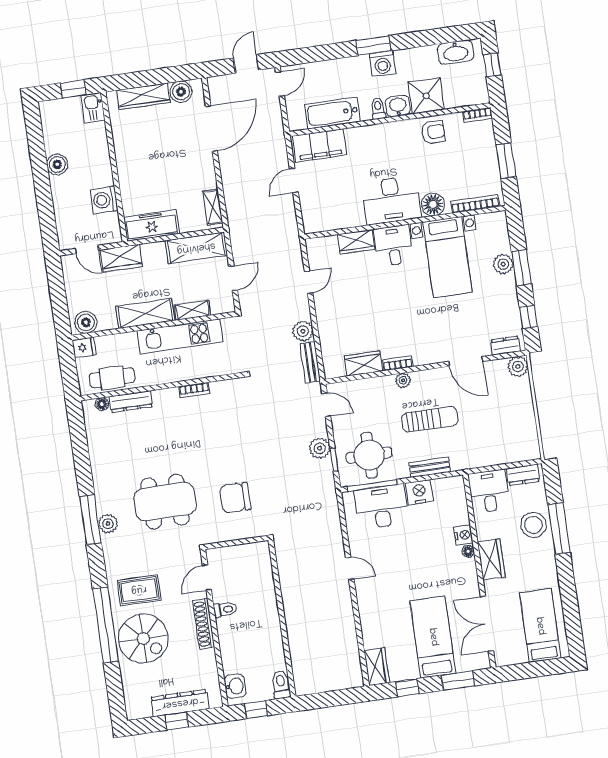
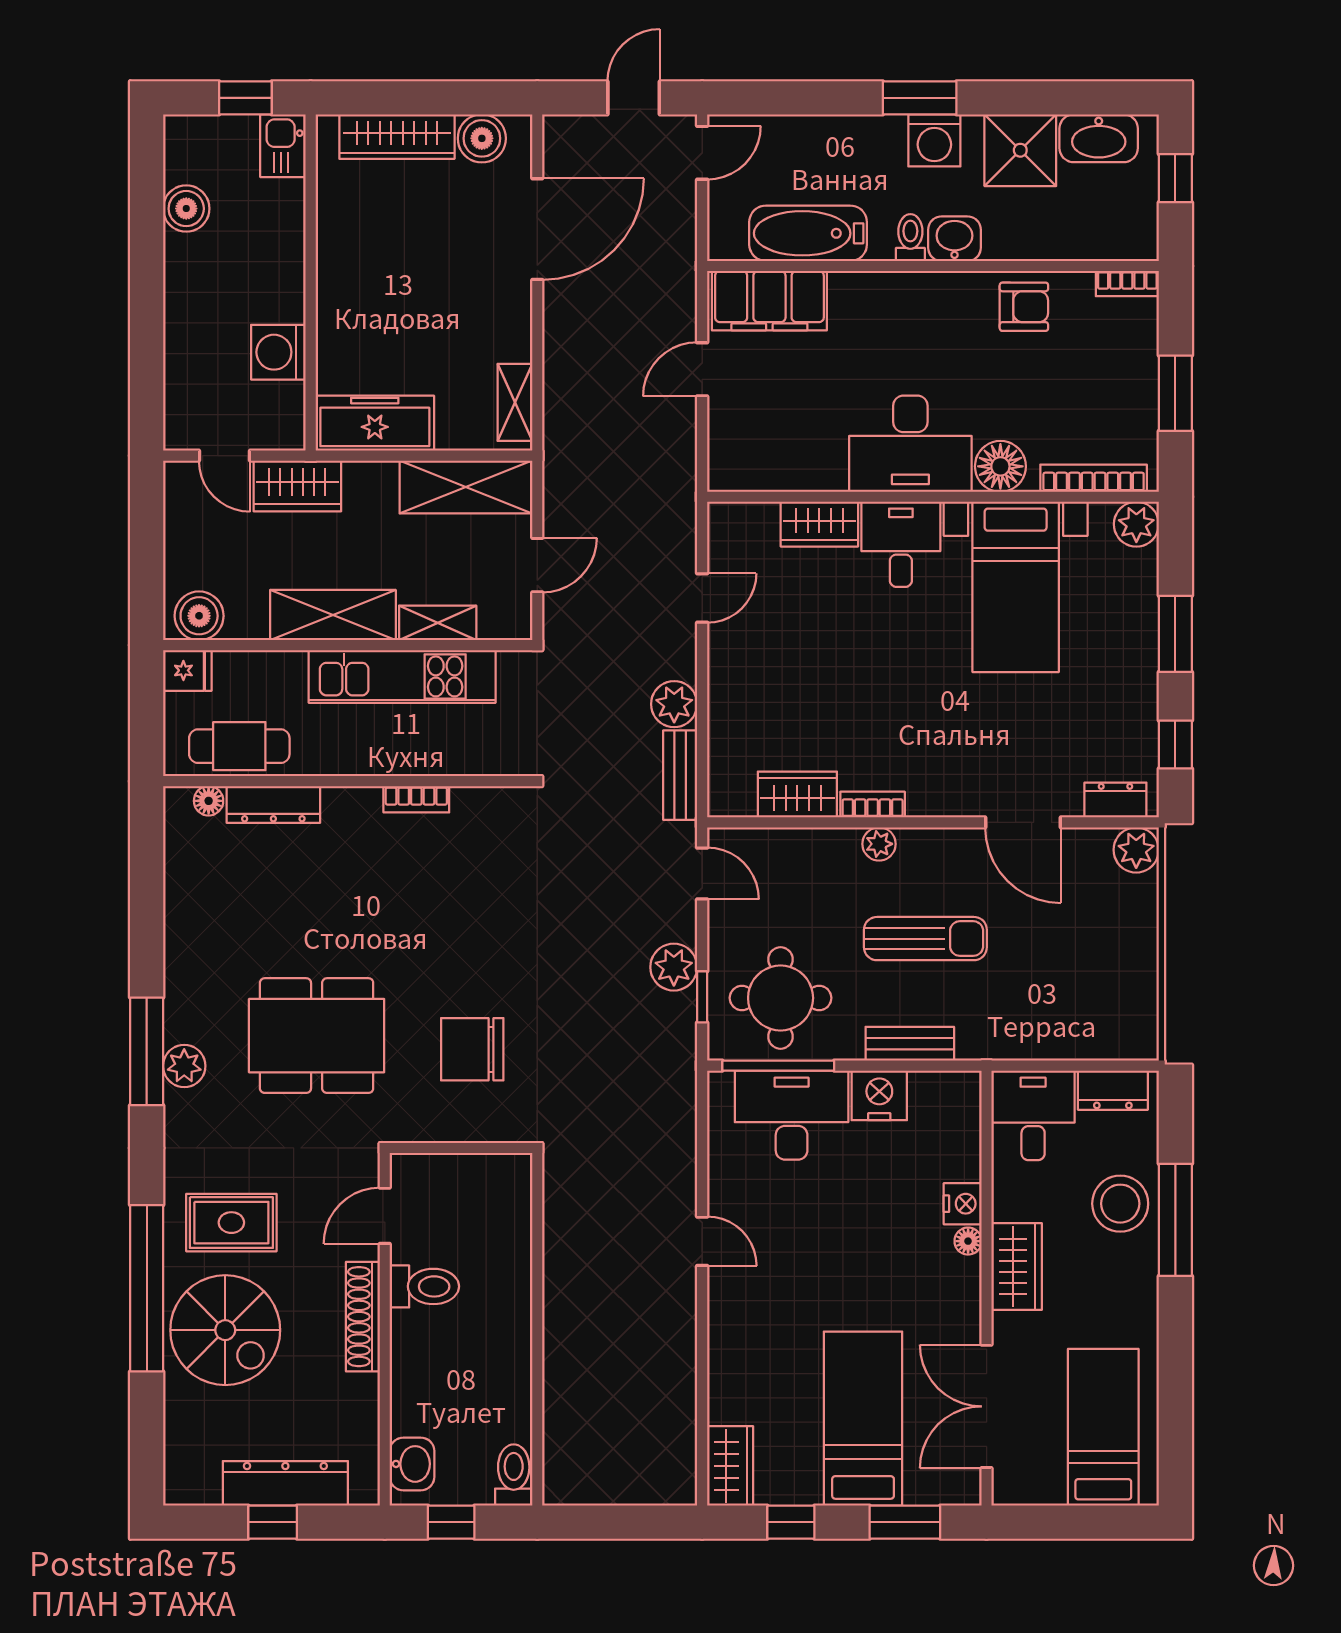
shower: (426, 96) -> (1020, 150), moved
boiler: (57, 164) -> (186, 209), moved
plant: (503, 264) -> (1136, 524), moved
toilet: (225, 610) -> (424, 1286), width x1.37, depth x1.39

